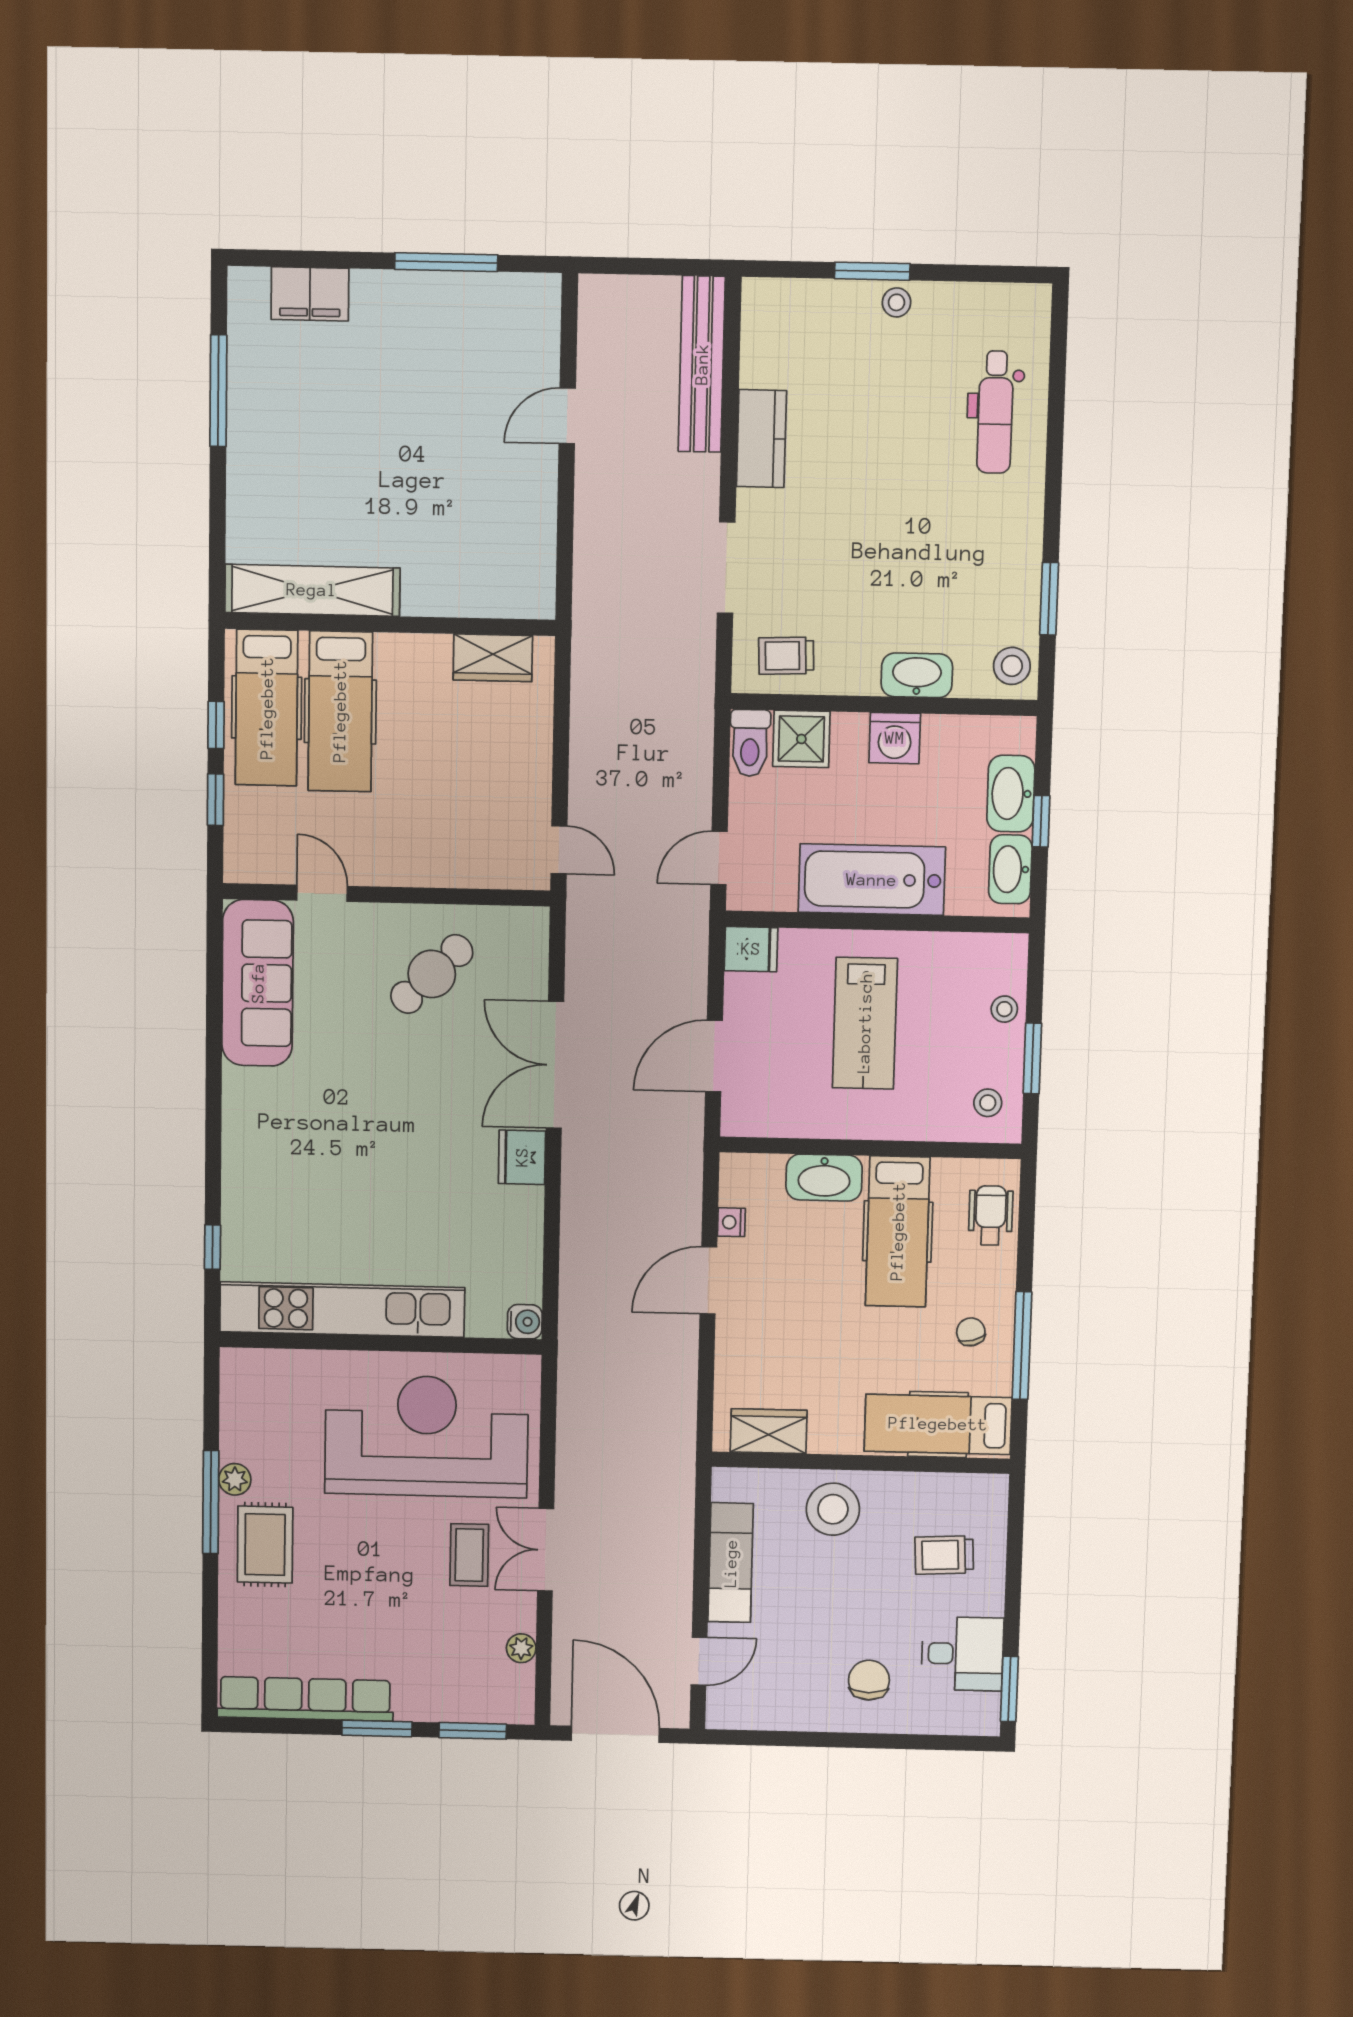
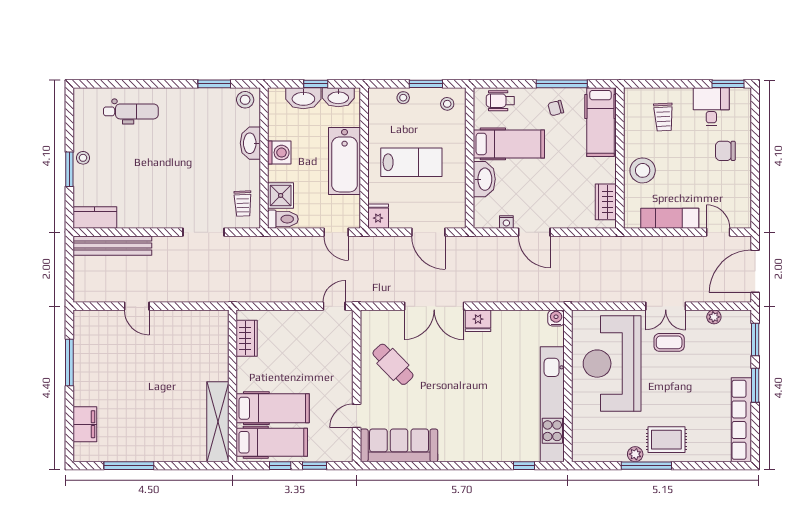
kitchen counter: (761, 439) -> (95, 217), moved

